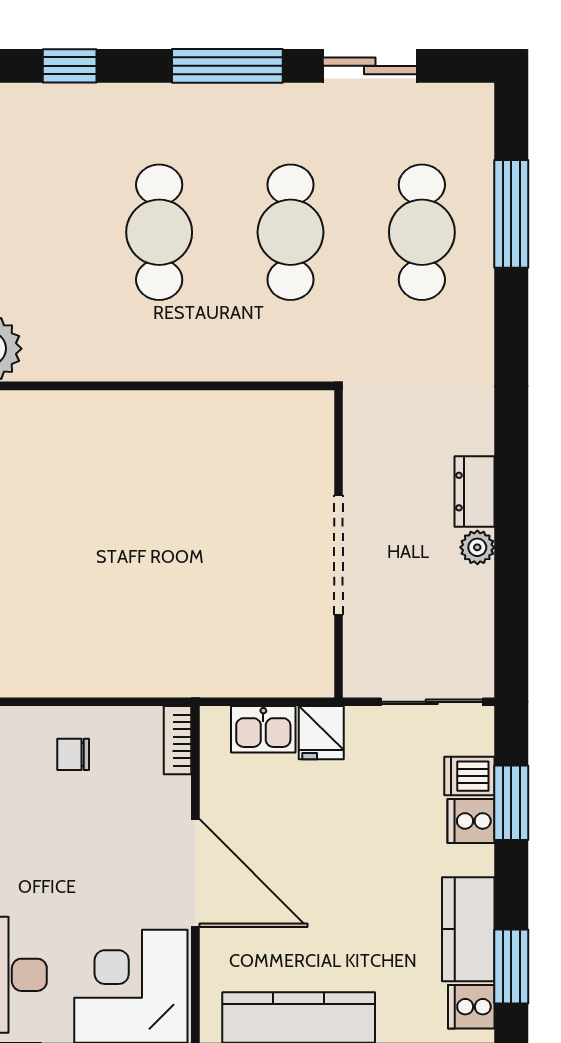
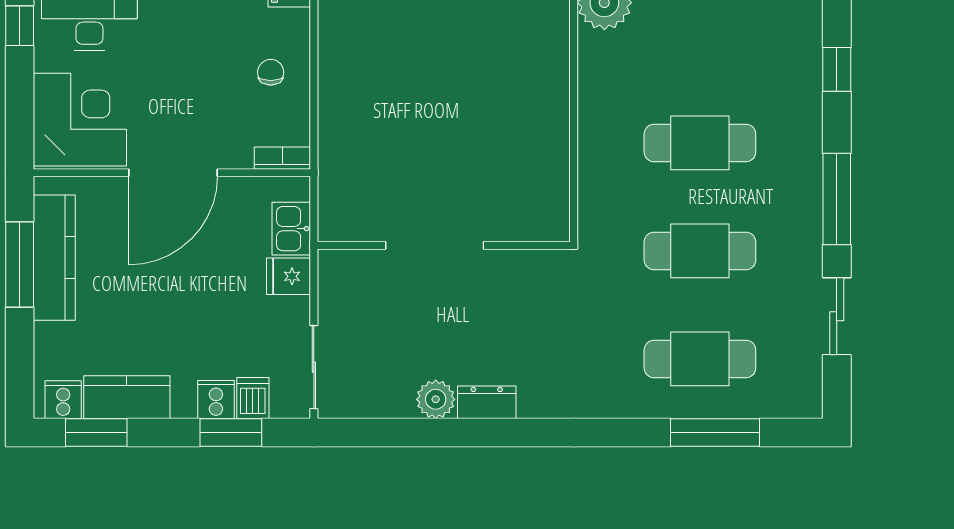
wall: (339, 544) -> (444, 245), moved
plant: (477, 547) -> (436, 399), width x1.38, depth x1.38
doorway: (339, 555) -> (435, 245), moved

